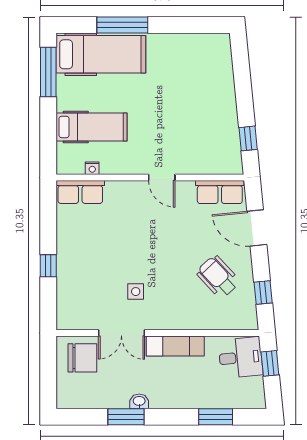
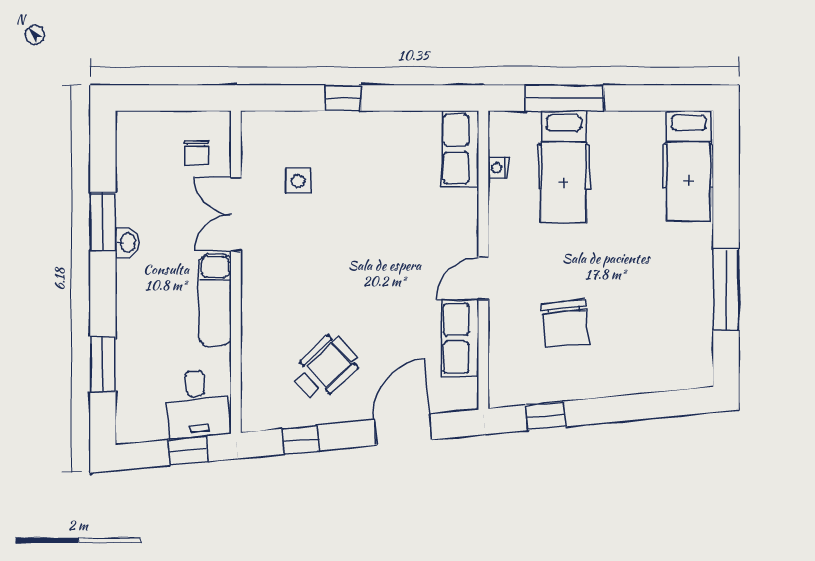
window: (122, 25) -> (726, 290), moved
hospital bed: (101, 54) -> (689, 166), width x0.73, depth x0.78
window: (48, 72) -> (565, 98), moved
chair: (190, 126) -> (565, 323), added
row of seats: (220, 192) -> (460, 338), moved
side table: (136, 292) -> (298, 181), moved
chair: (82, 358) -> (196, 152), width x0.54, depth x0.54

